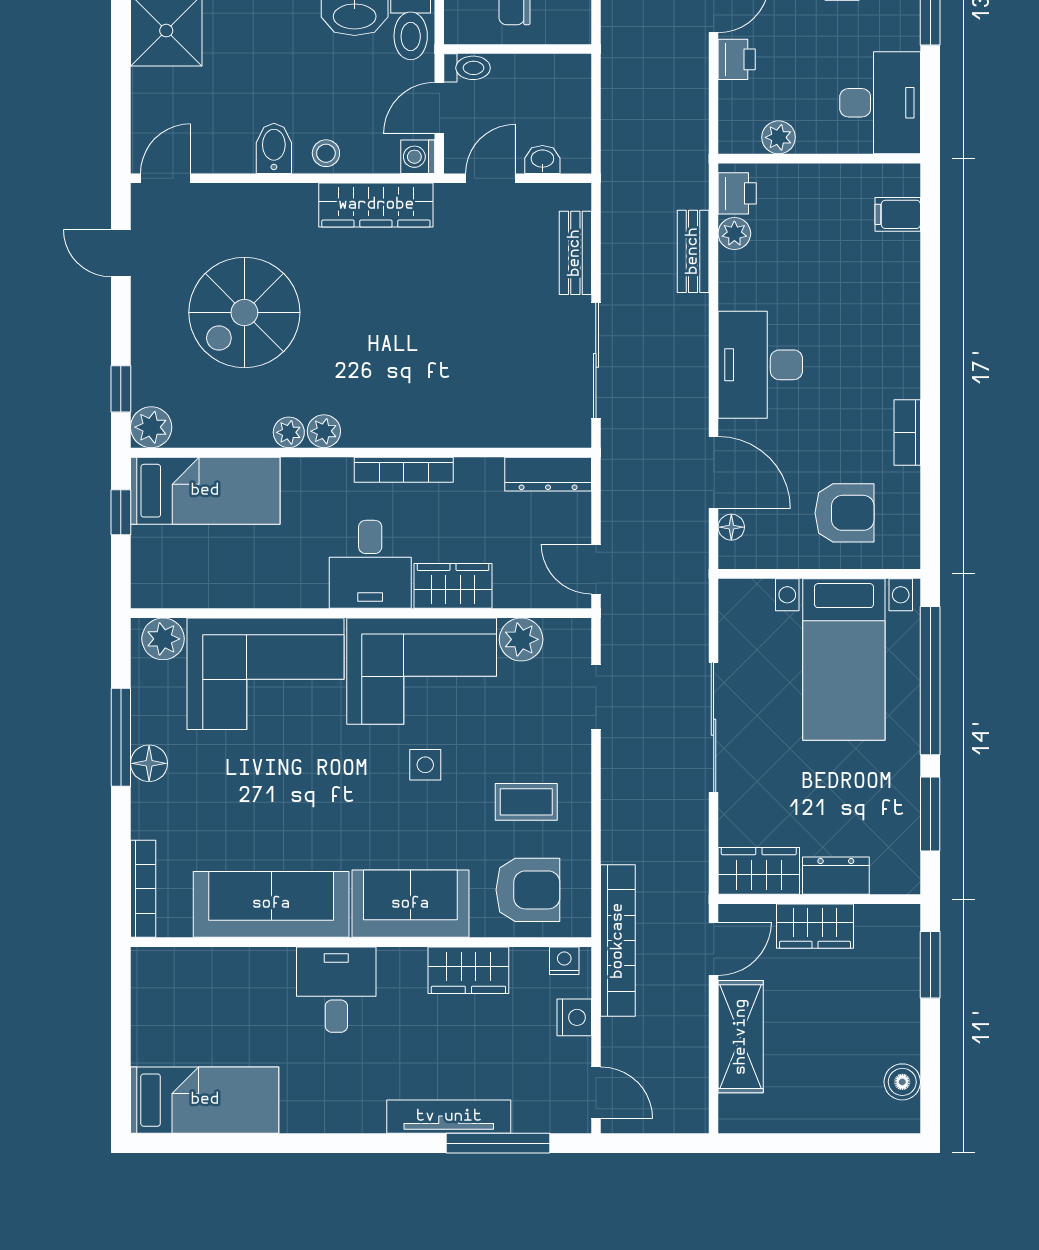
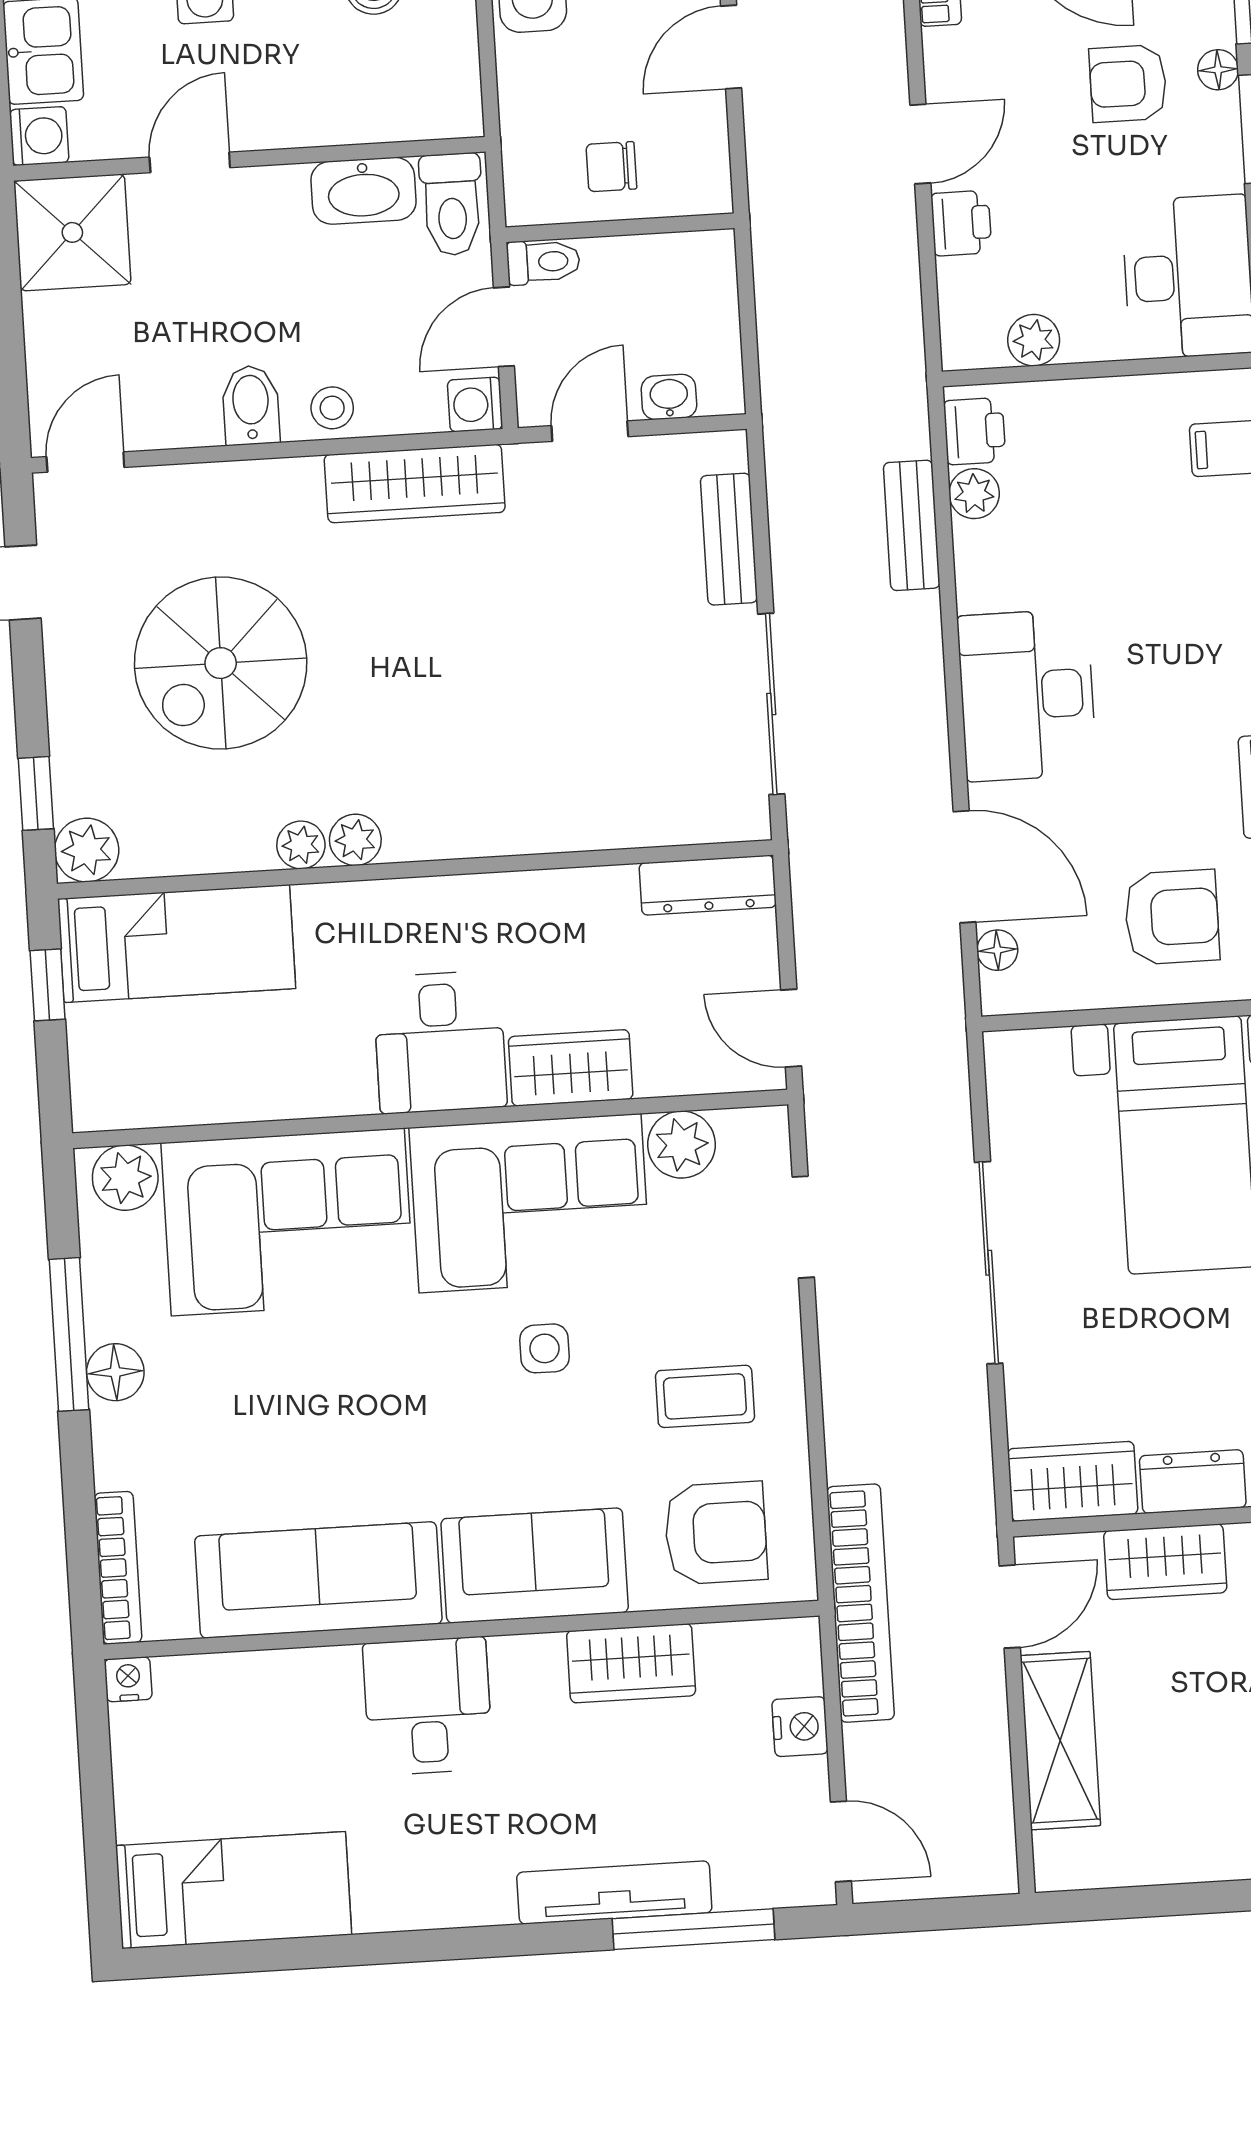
bookcase: (404, 470) -> (483, 892), removed
nightstand: (564, 961) -> (128, 1679), moved

